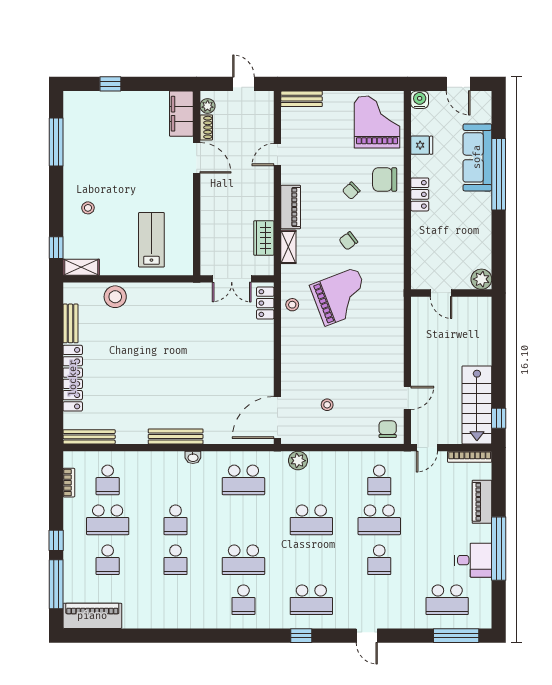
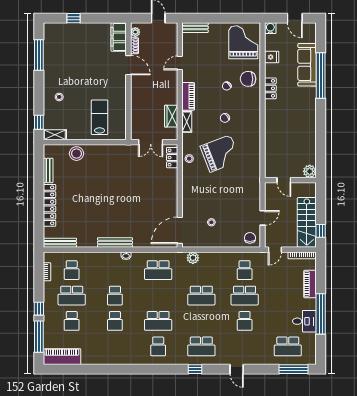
plant: (481, 279) -> (310, 171), moved
door: (441, 293) -> (284, 180), moved
wall: (451, 293) -> (290, 180), moved

